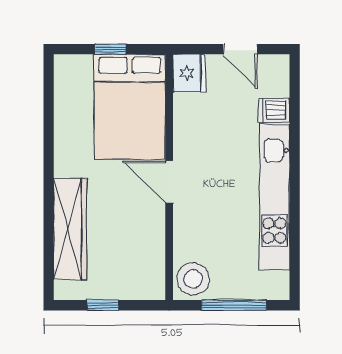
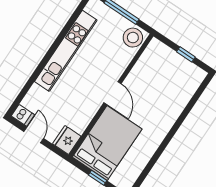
dishwasher: (274, 110) -> (23, 115), moved
wardrobe: (70, 229) -> (177, 103), removed

